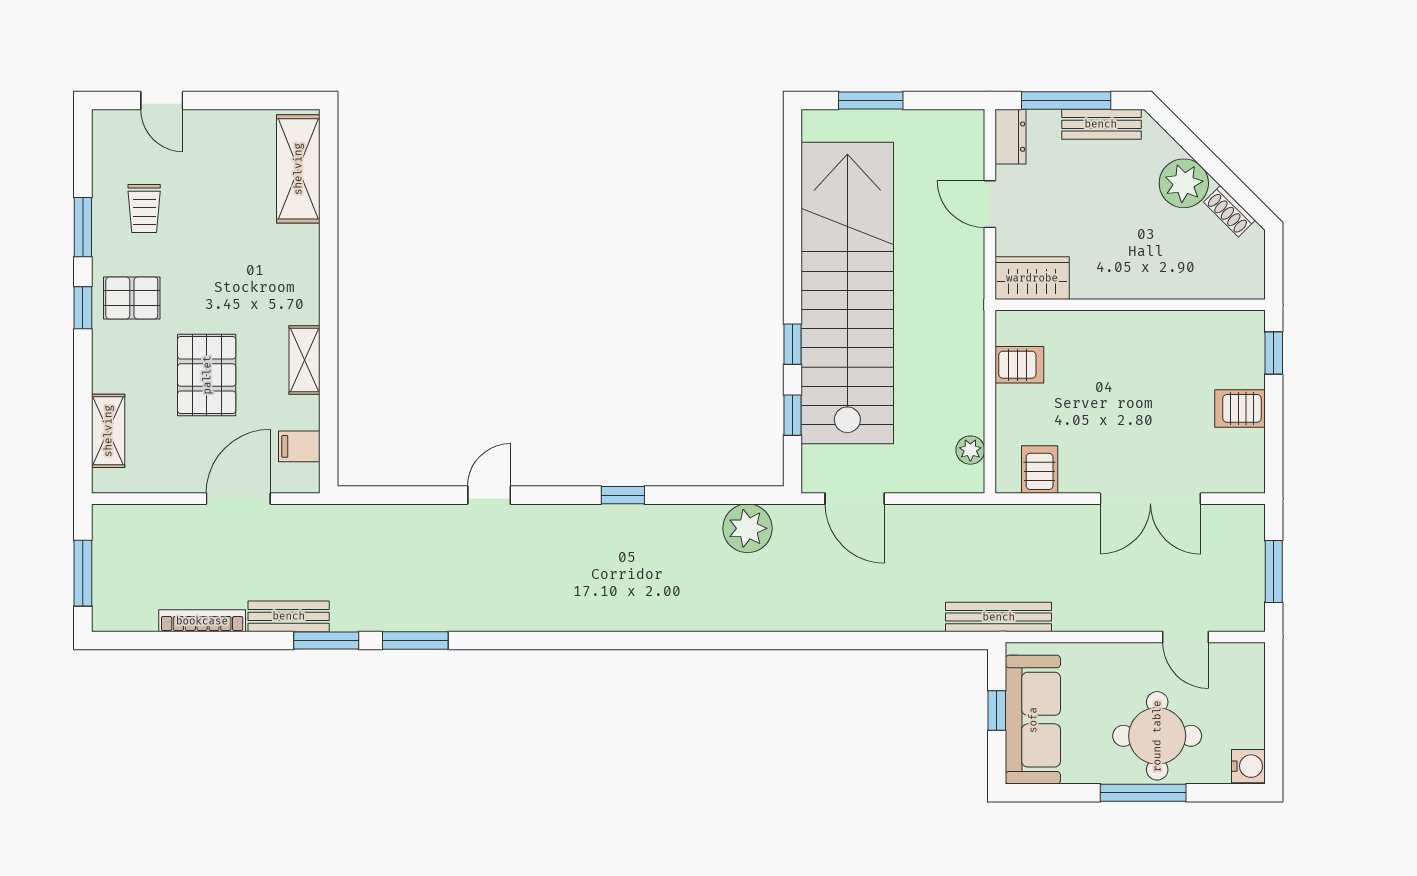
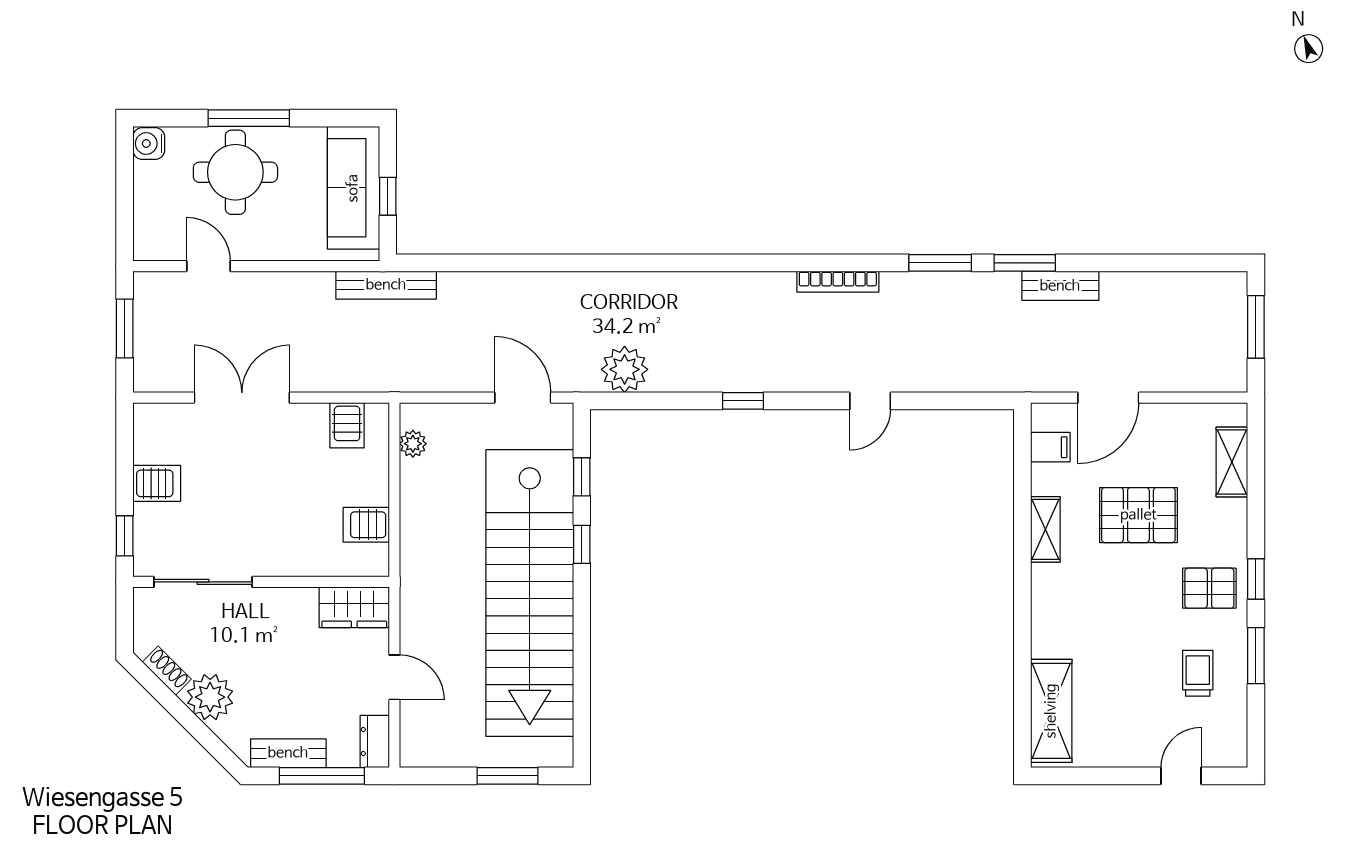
door: (162, 100) -> (1181, 776), hinge flipped
sliding door: (1191, 305) -> (203, 582), added
pallet: (207, 375) -> (1138, 515), turned 90
bookcase: (202, 621) -> (838, 282), moved

